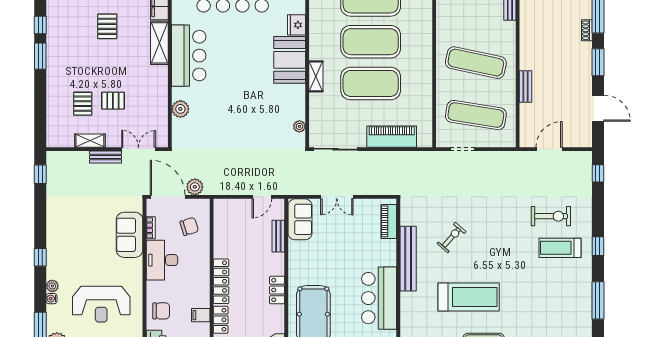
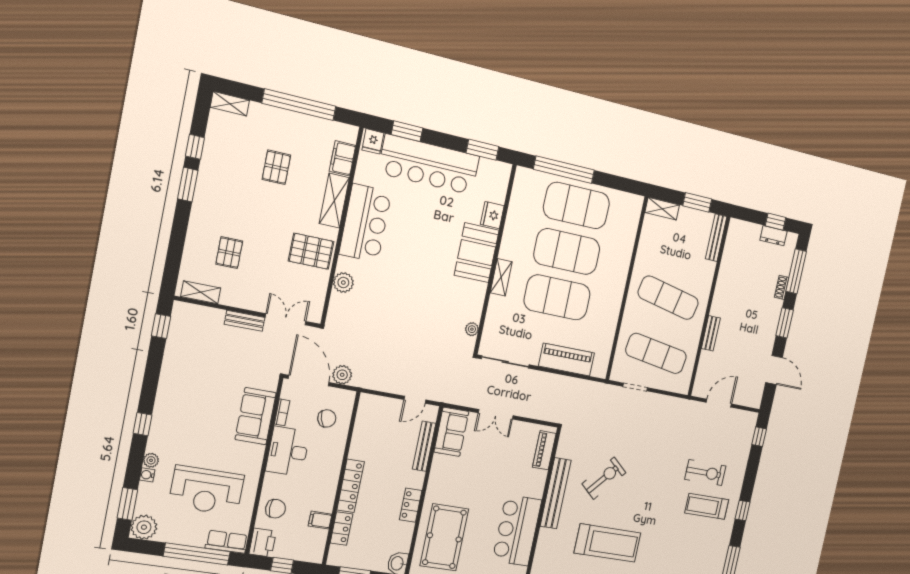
pallet: (113, 101) -> (311, 251), moved, width x1.50, depth x1.42
shelving: (90, 141) -> (201, 292), moved
bench: (278, 236) -> (424, 446), width x1.36
exercise bike: (451, 238) -> (604, 478), width x1.38, depth x1.39

